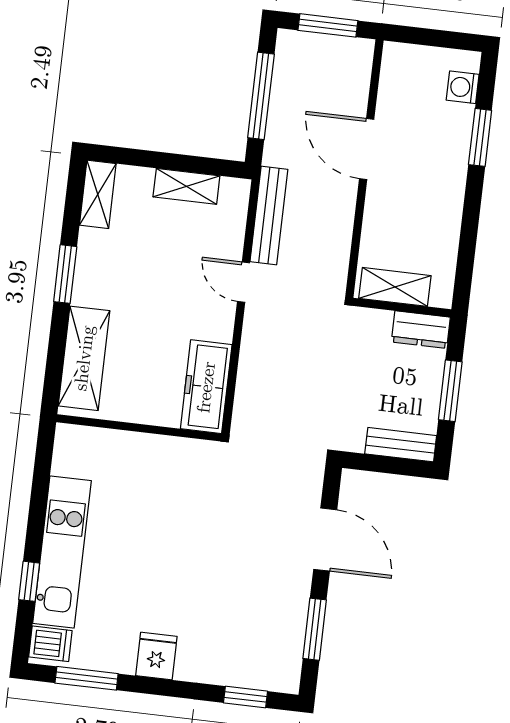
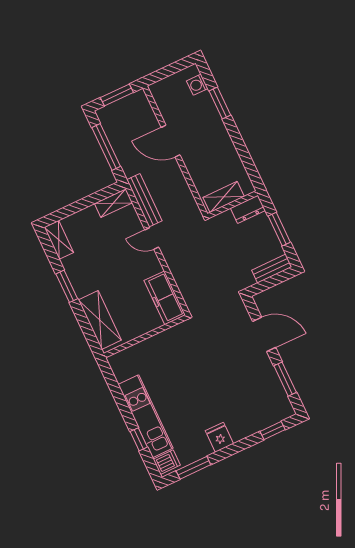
shelving: (186, 186) -> (113, 203), moved

